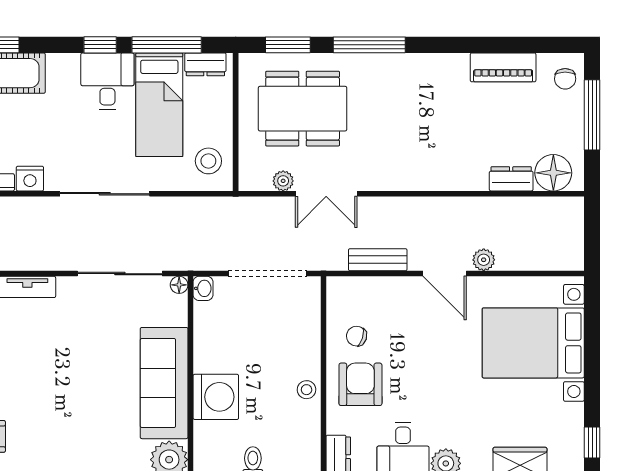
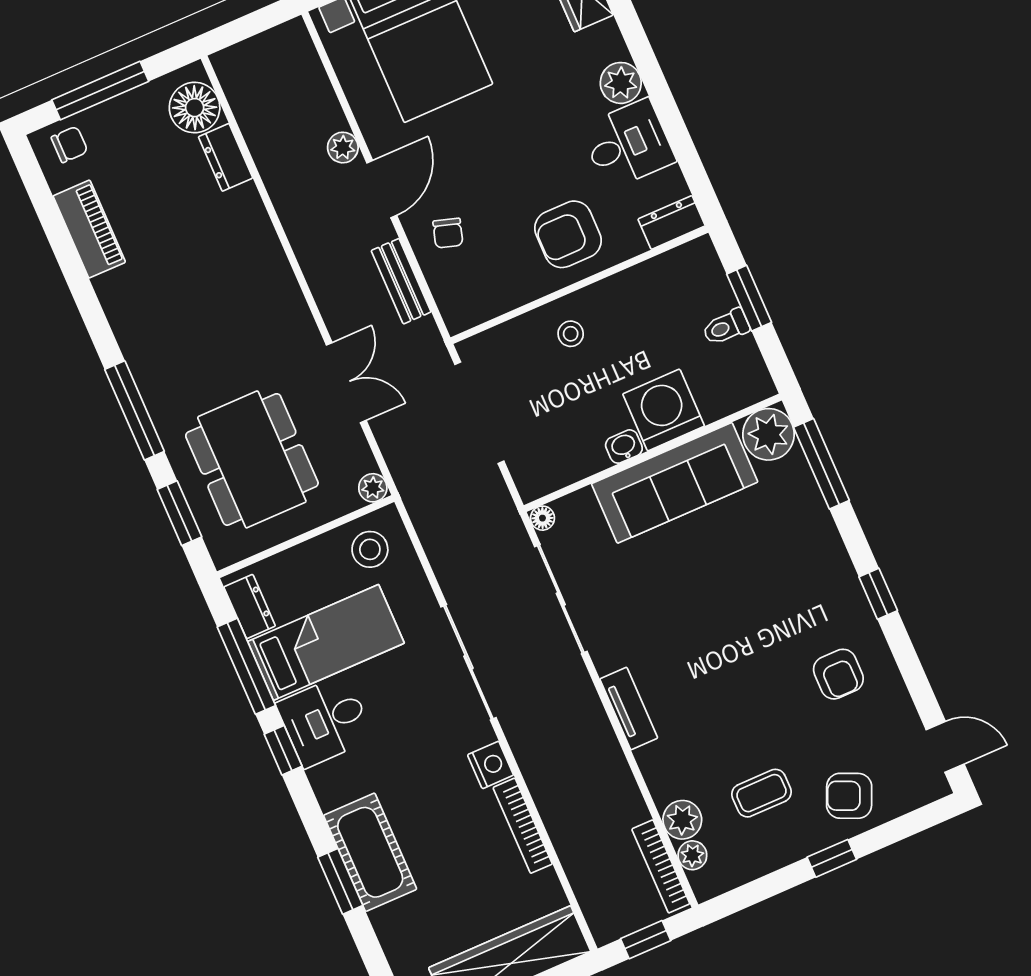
plant: (283, 181) -> (373, 488), moved
washbasin: (203, 288) -> (624, 447), moved
chair: (357, 336) -> (448, 233), moved
stool: (307, 390) -> (571, 334), moved

